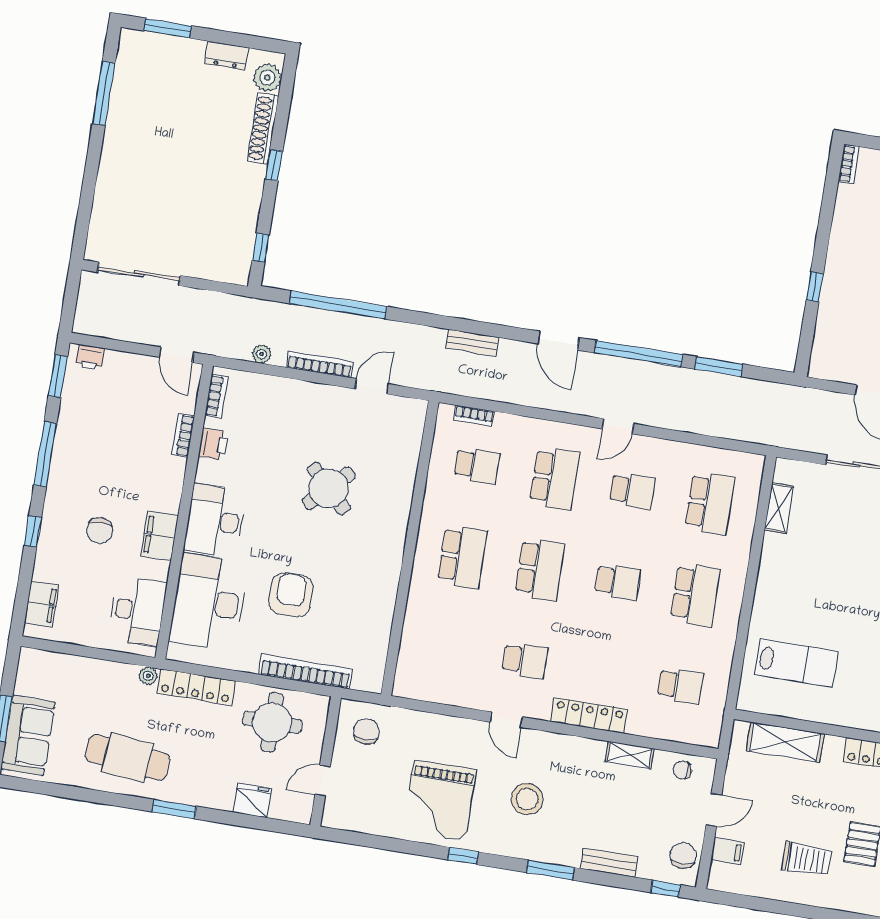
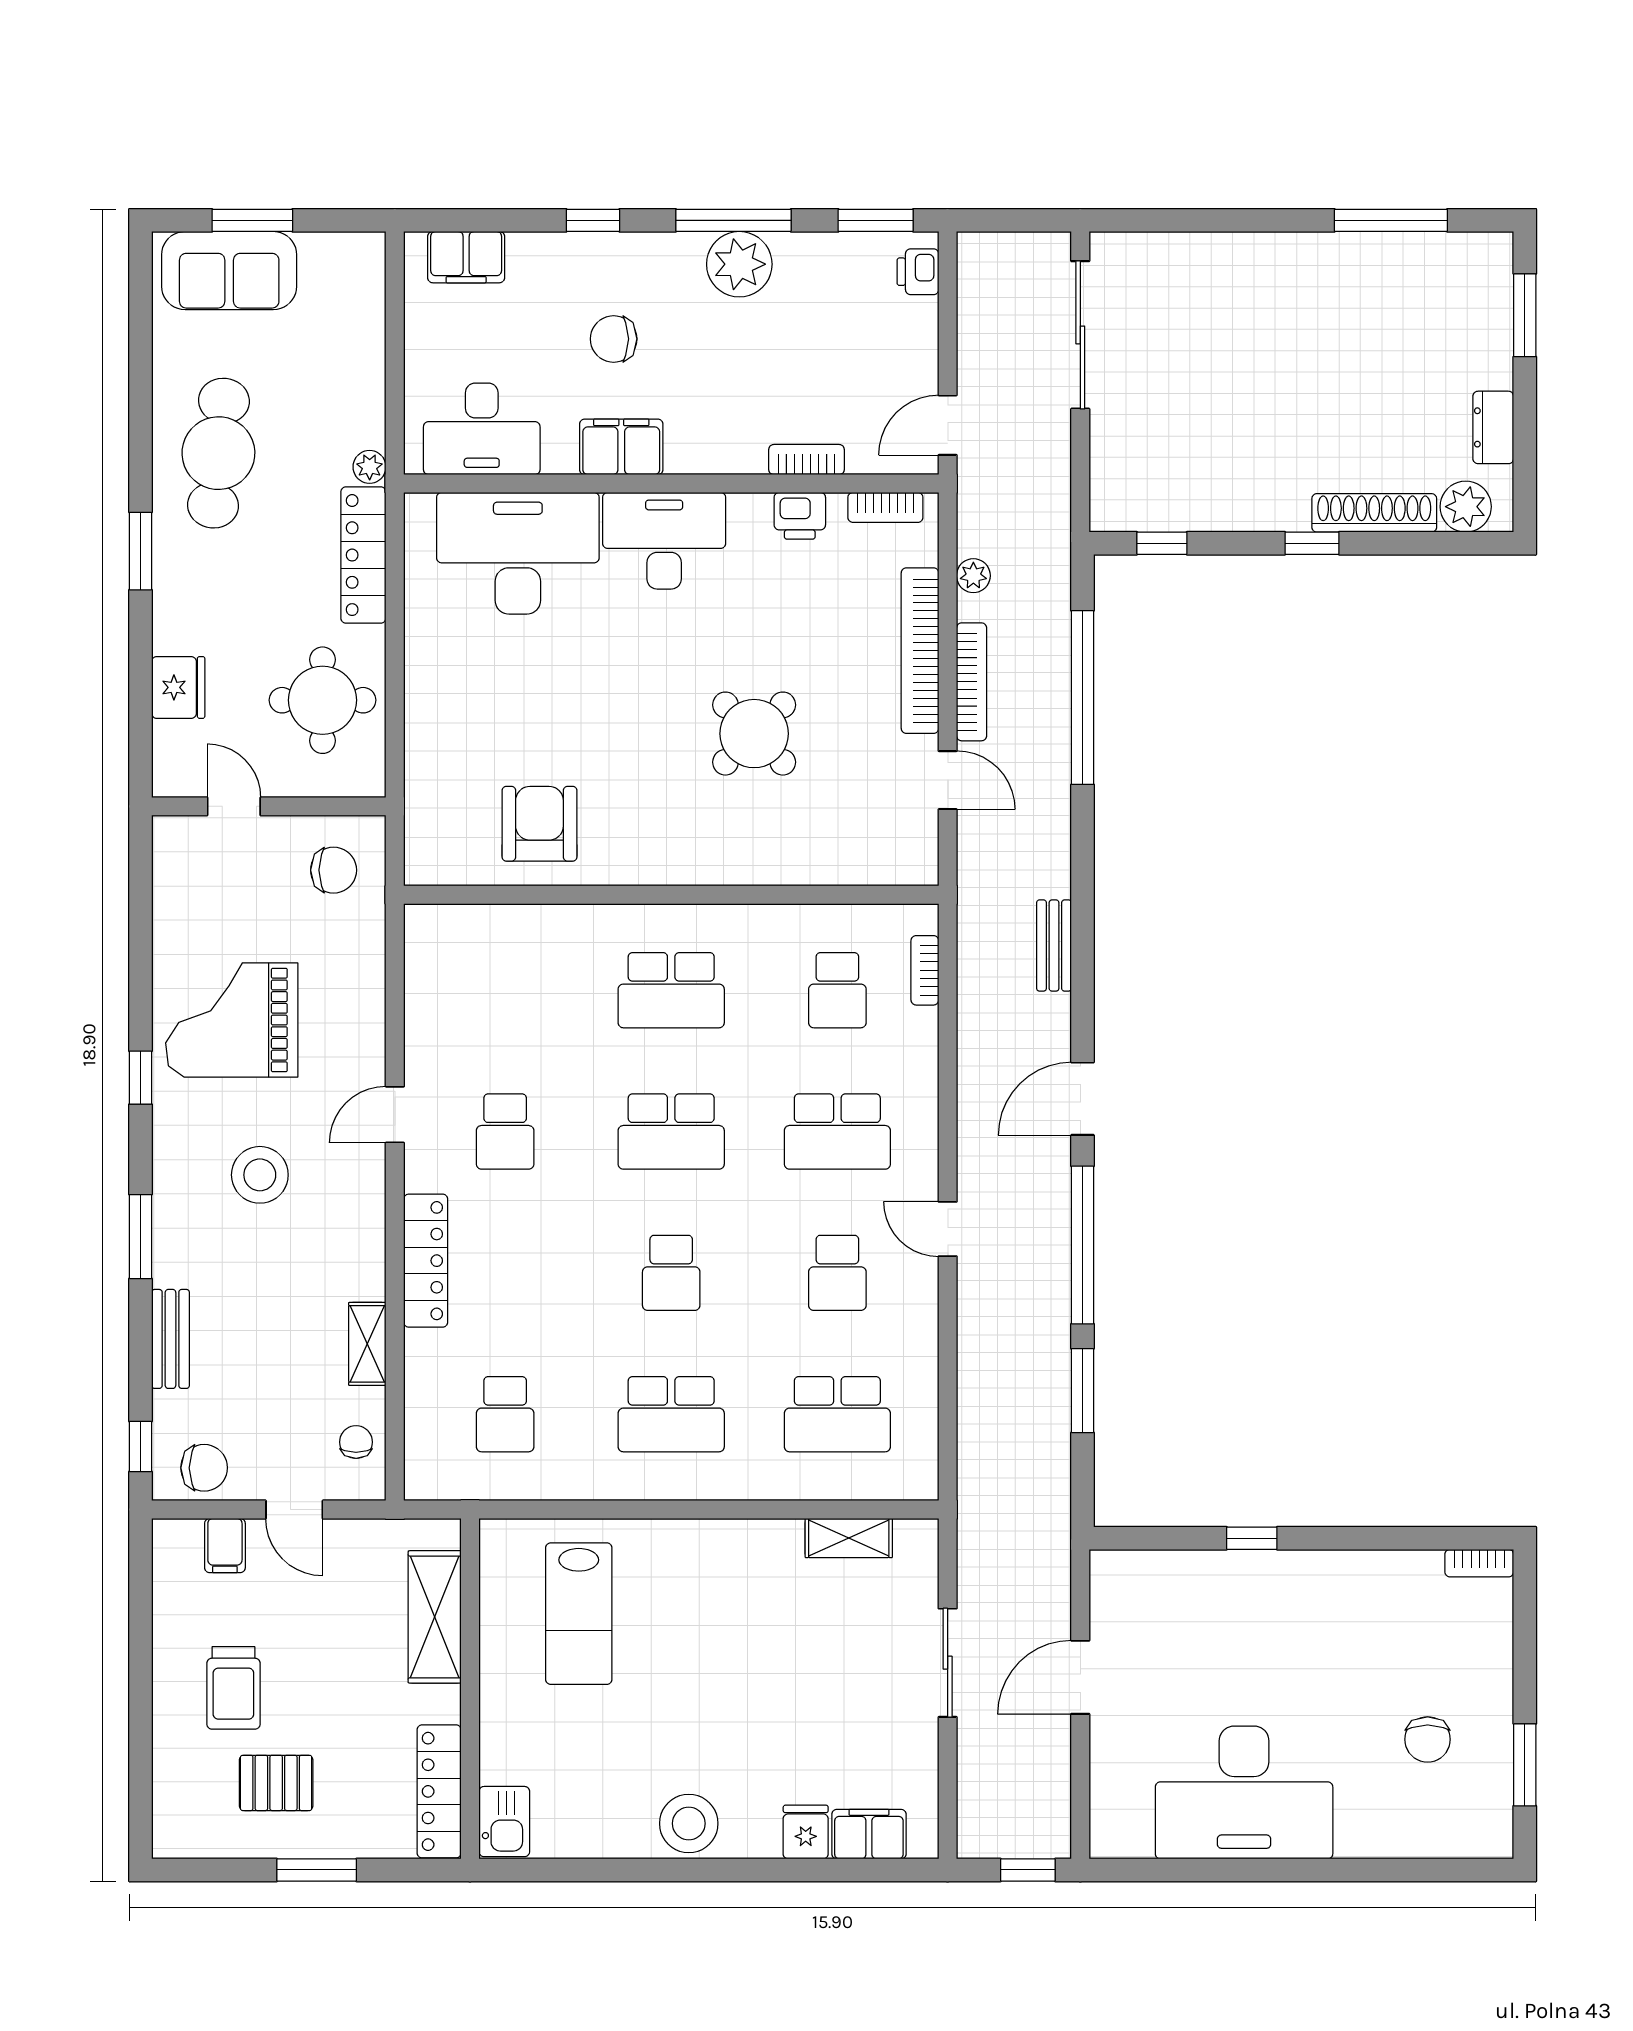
plant: (70, 455) -> (739, 264), added
armchair: (291, 595) -> (539, 824), moved, turned -90
bookcase: (306, 672) -> (920, 651), moved, turned 180

